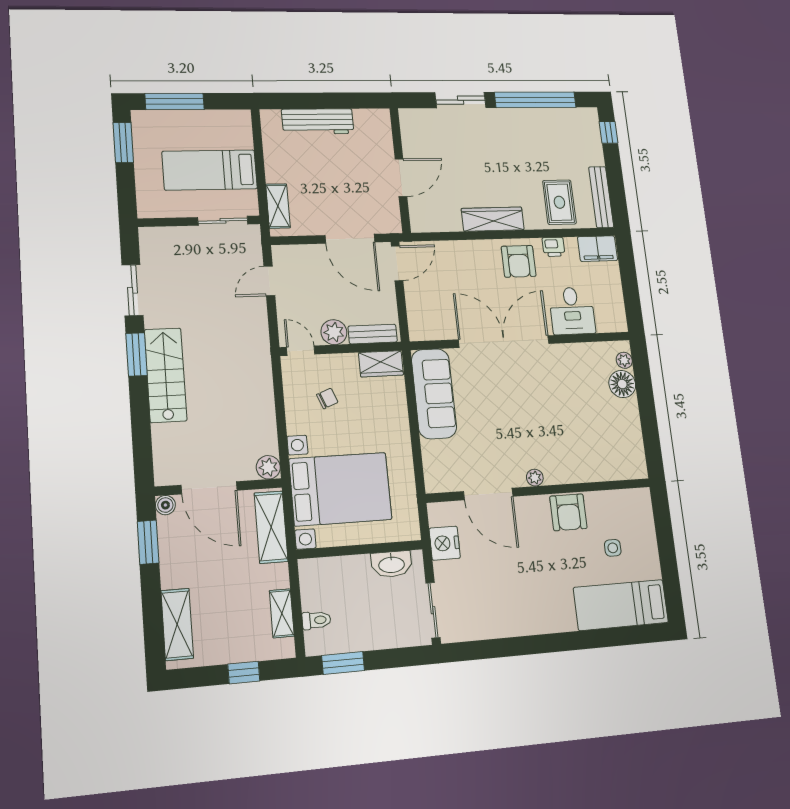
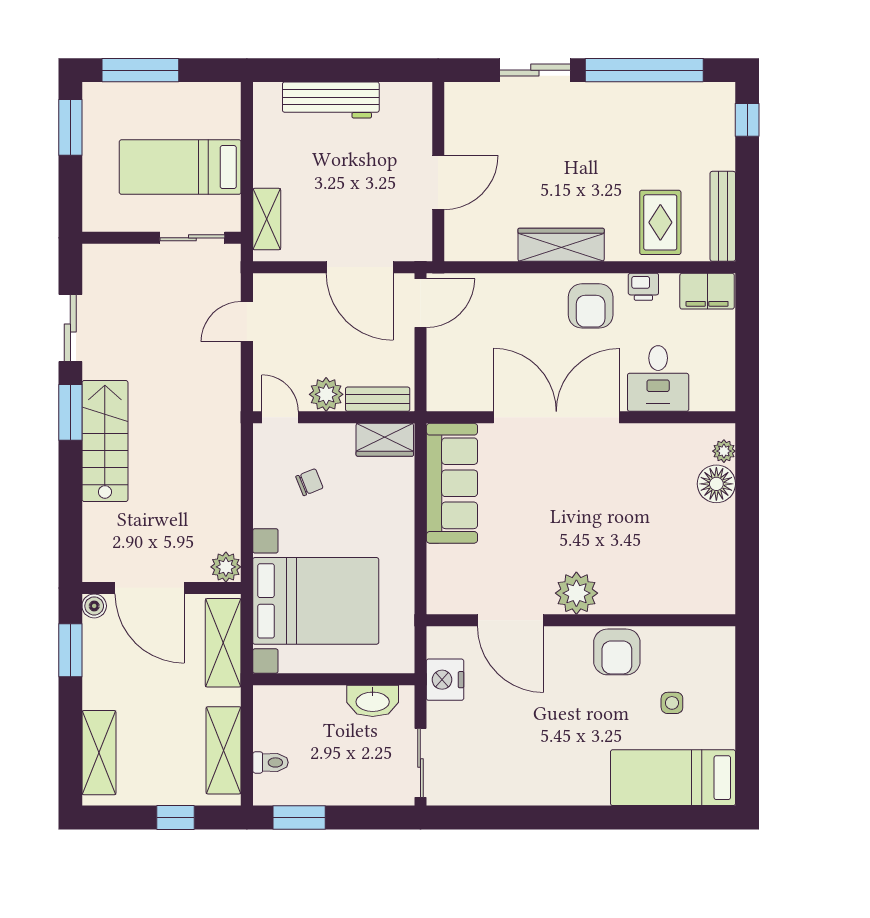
plant: (535, 478) -> (576, 593), width x1.88, depth x1.88
shelving: (282, 613) -> (224, 750), width x1.50, depth x1.33

